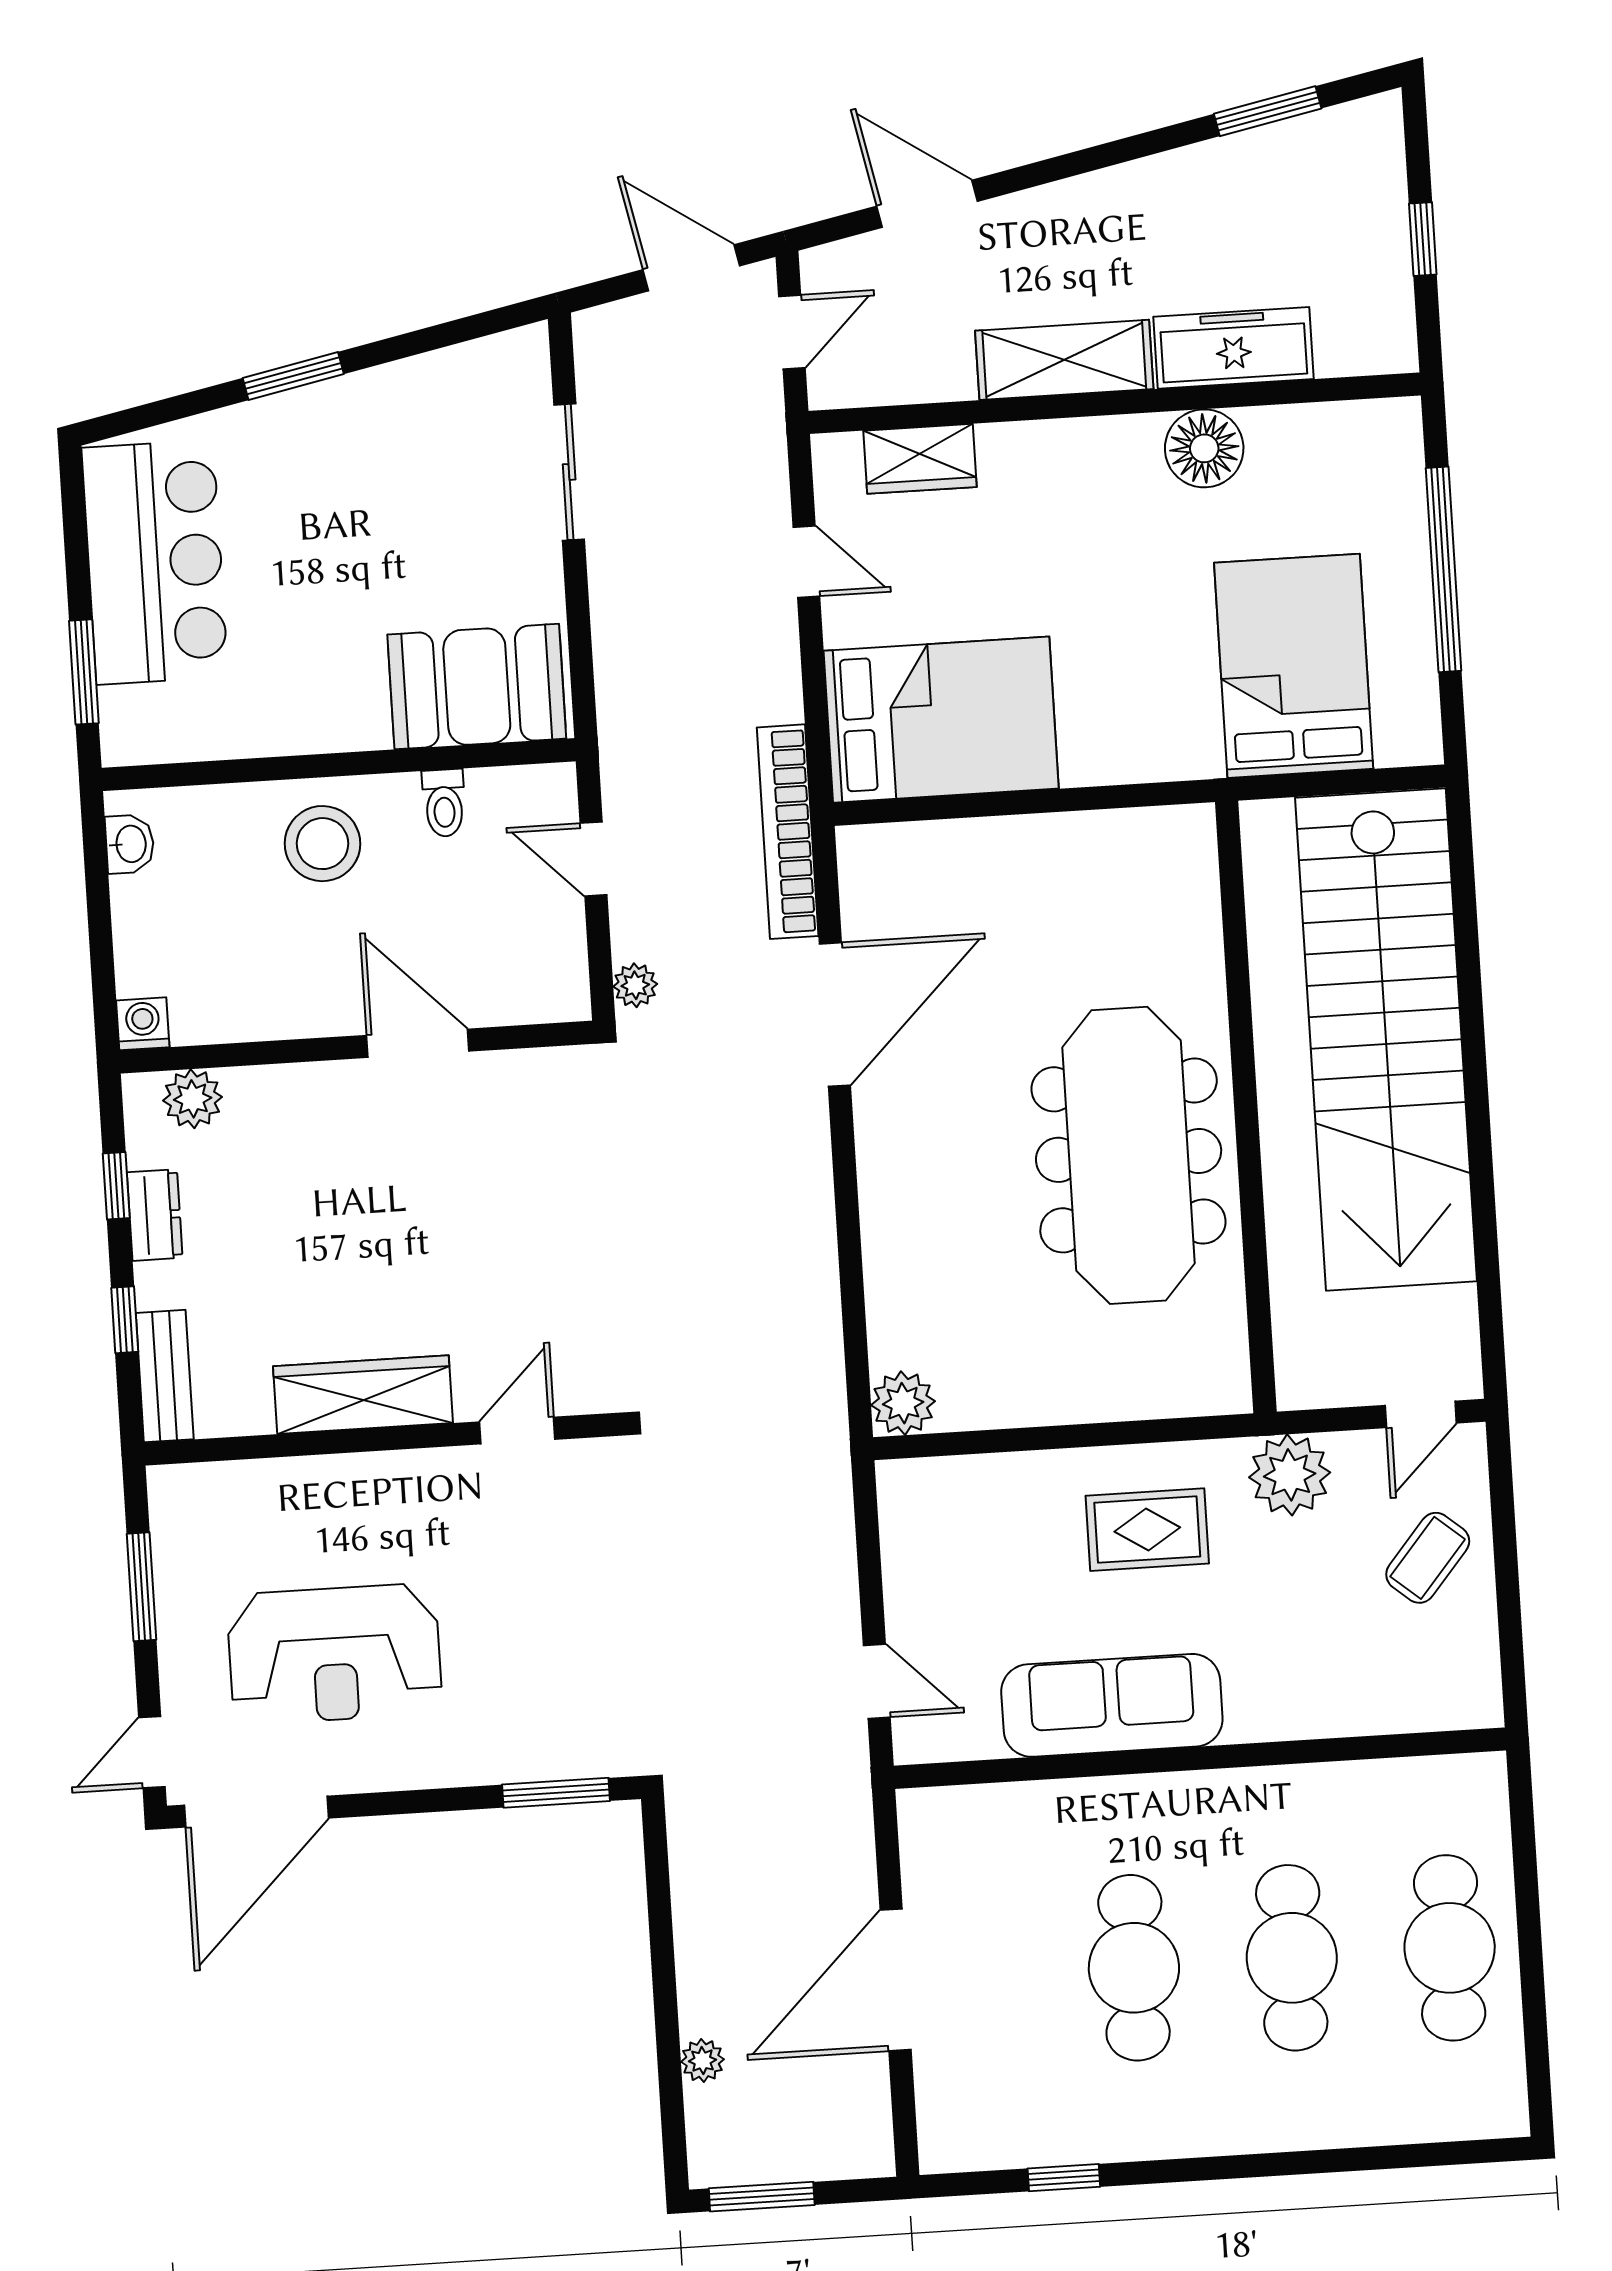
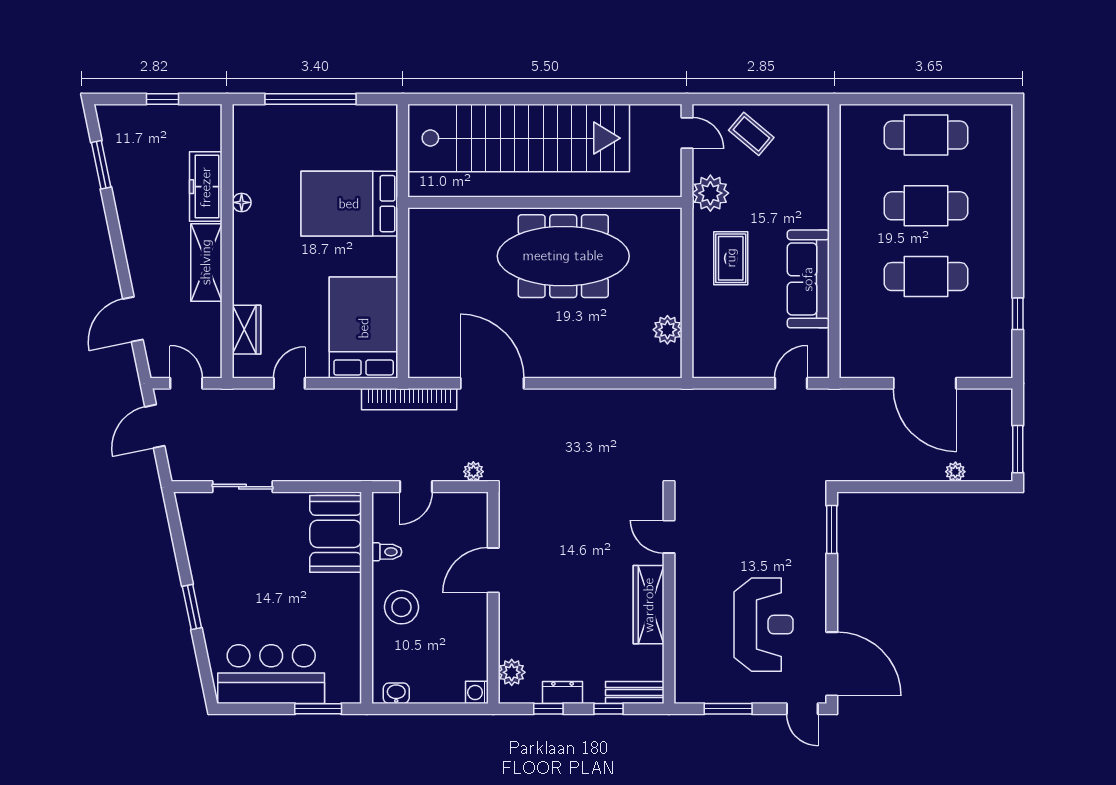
floor lamp: (1204, 448) -> (242, 202), width x0.53, depth x0.53
bed: (1294, 666) -> (349, 204), moved
plant: (903, 1403) -> (667, 330), moved

